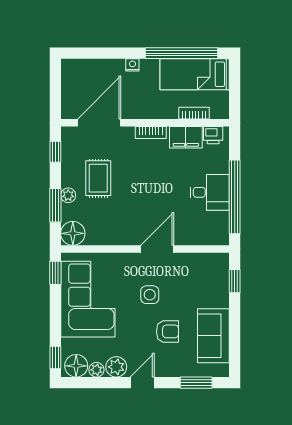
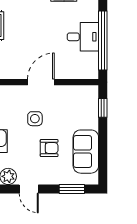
door: (142, 383) -> (29, 189), swing flipped

